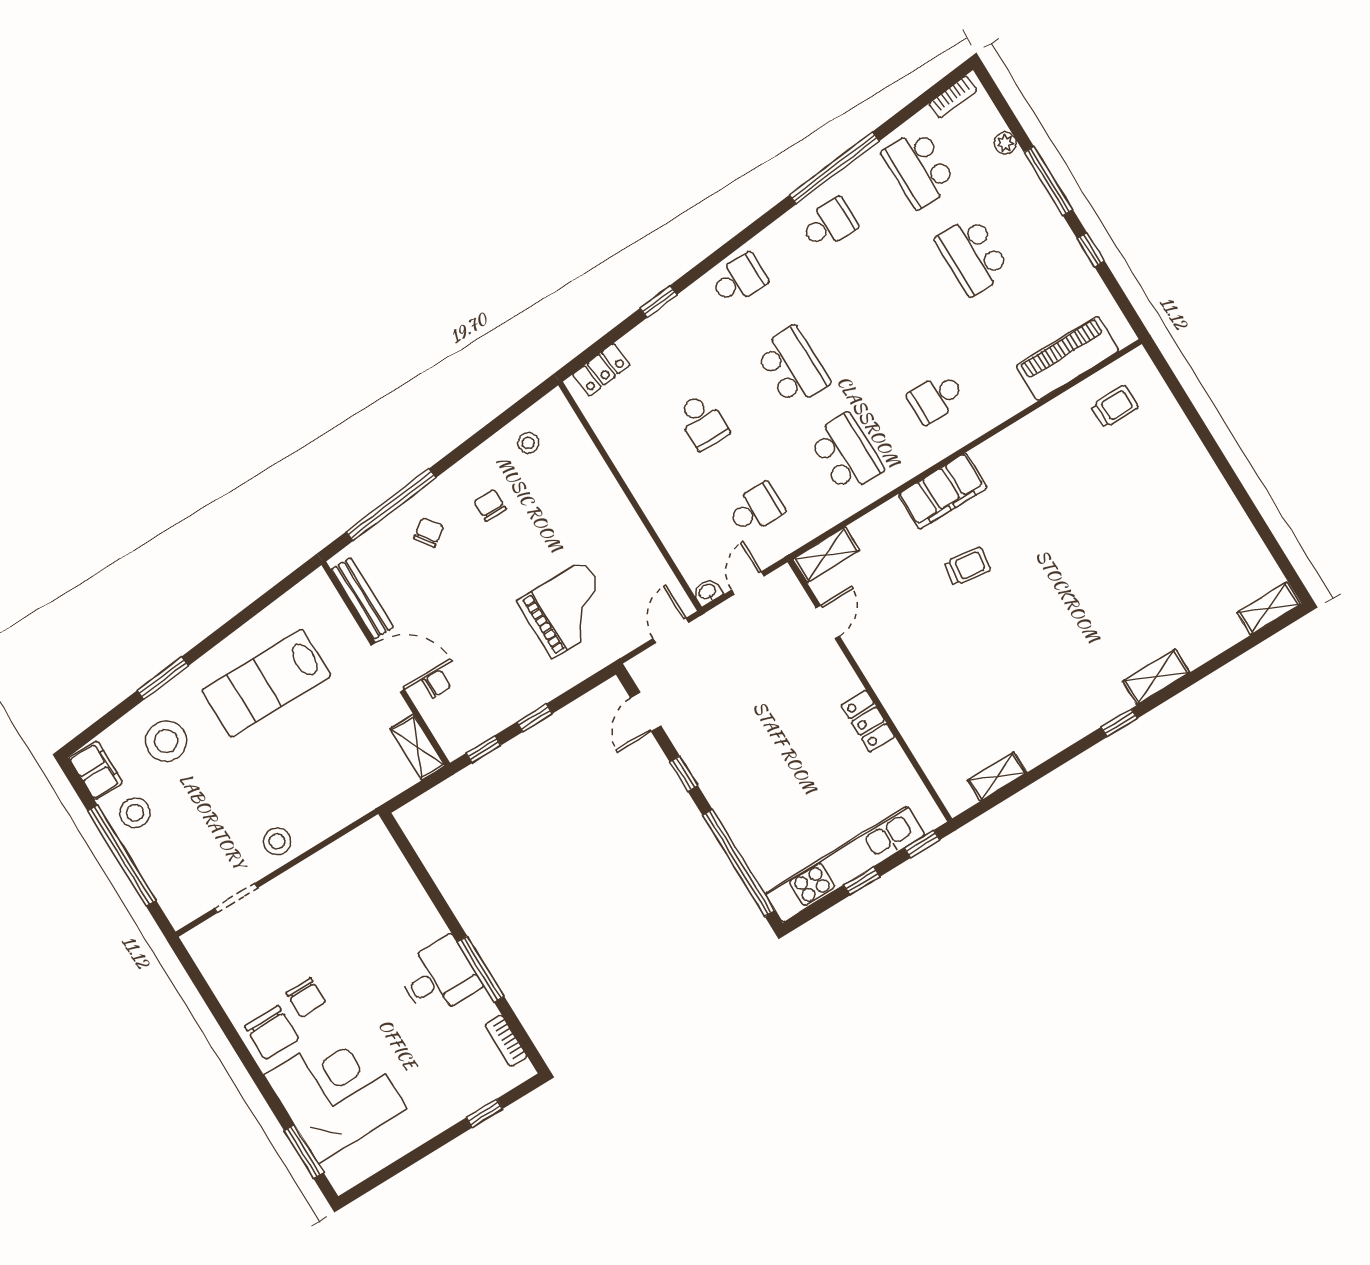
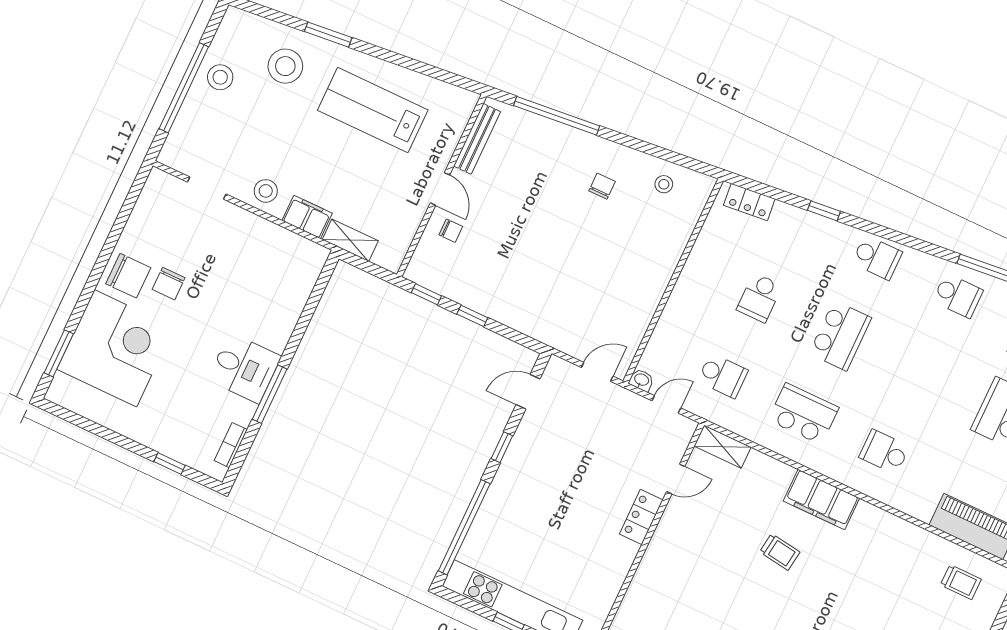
school desk: (846, 453) -> (804, 414), turned -90
chair: (429, 532) -> (554, 155), removed
grand piano: (568, 609) -> (564, 289), removed
door: (388, 668) -> (440, 189), width x0.73
locker: (868, 721) -> (641, 517), moved
shelving: (417, 747) -> (350, 240), moved, turned 90
filing cabinet: (96, 770) -> (307, 217), moved, turned -90
chair: (272, 1032) -> (128, 276), turned -90

